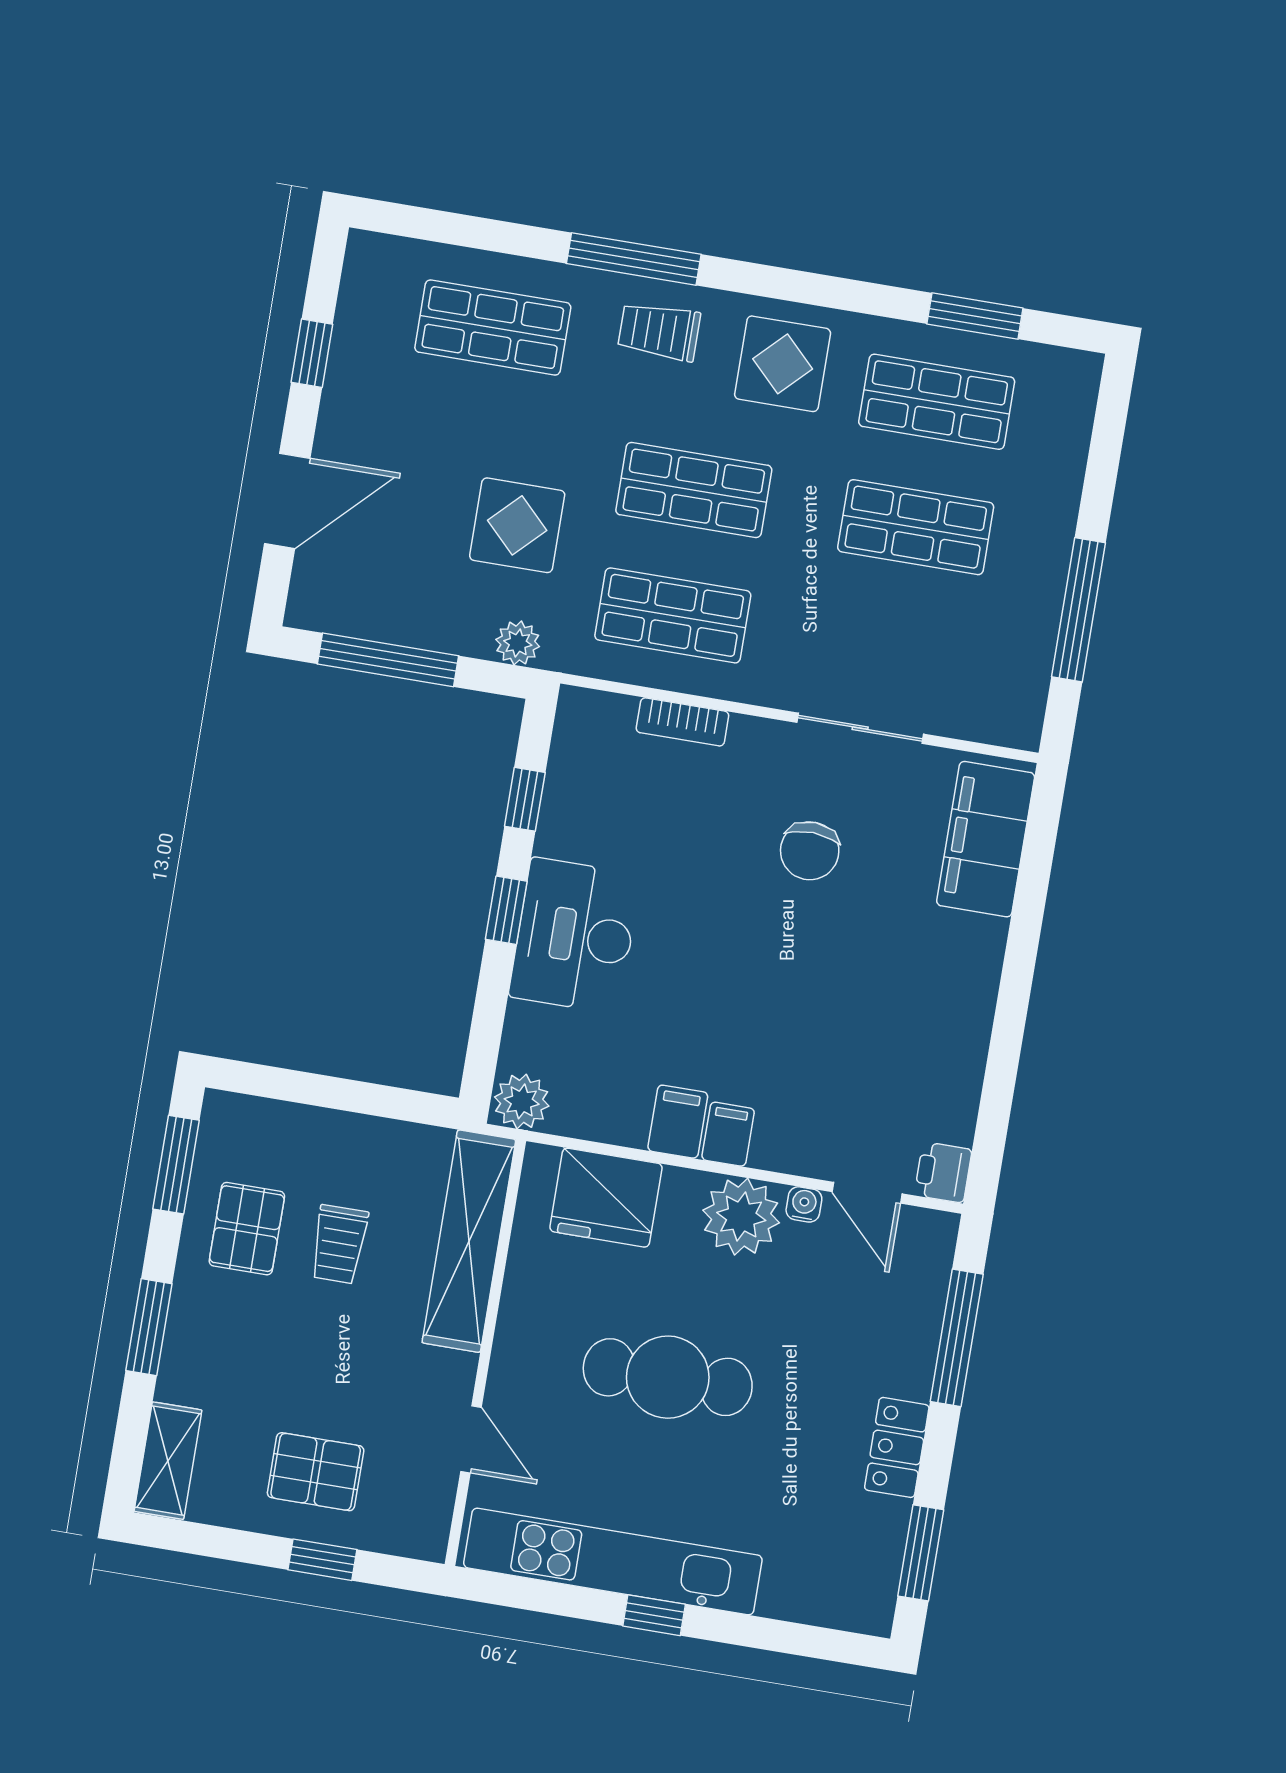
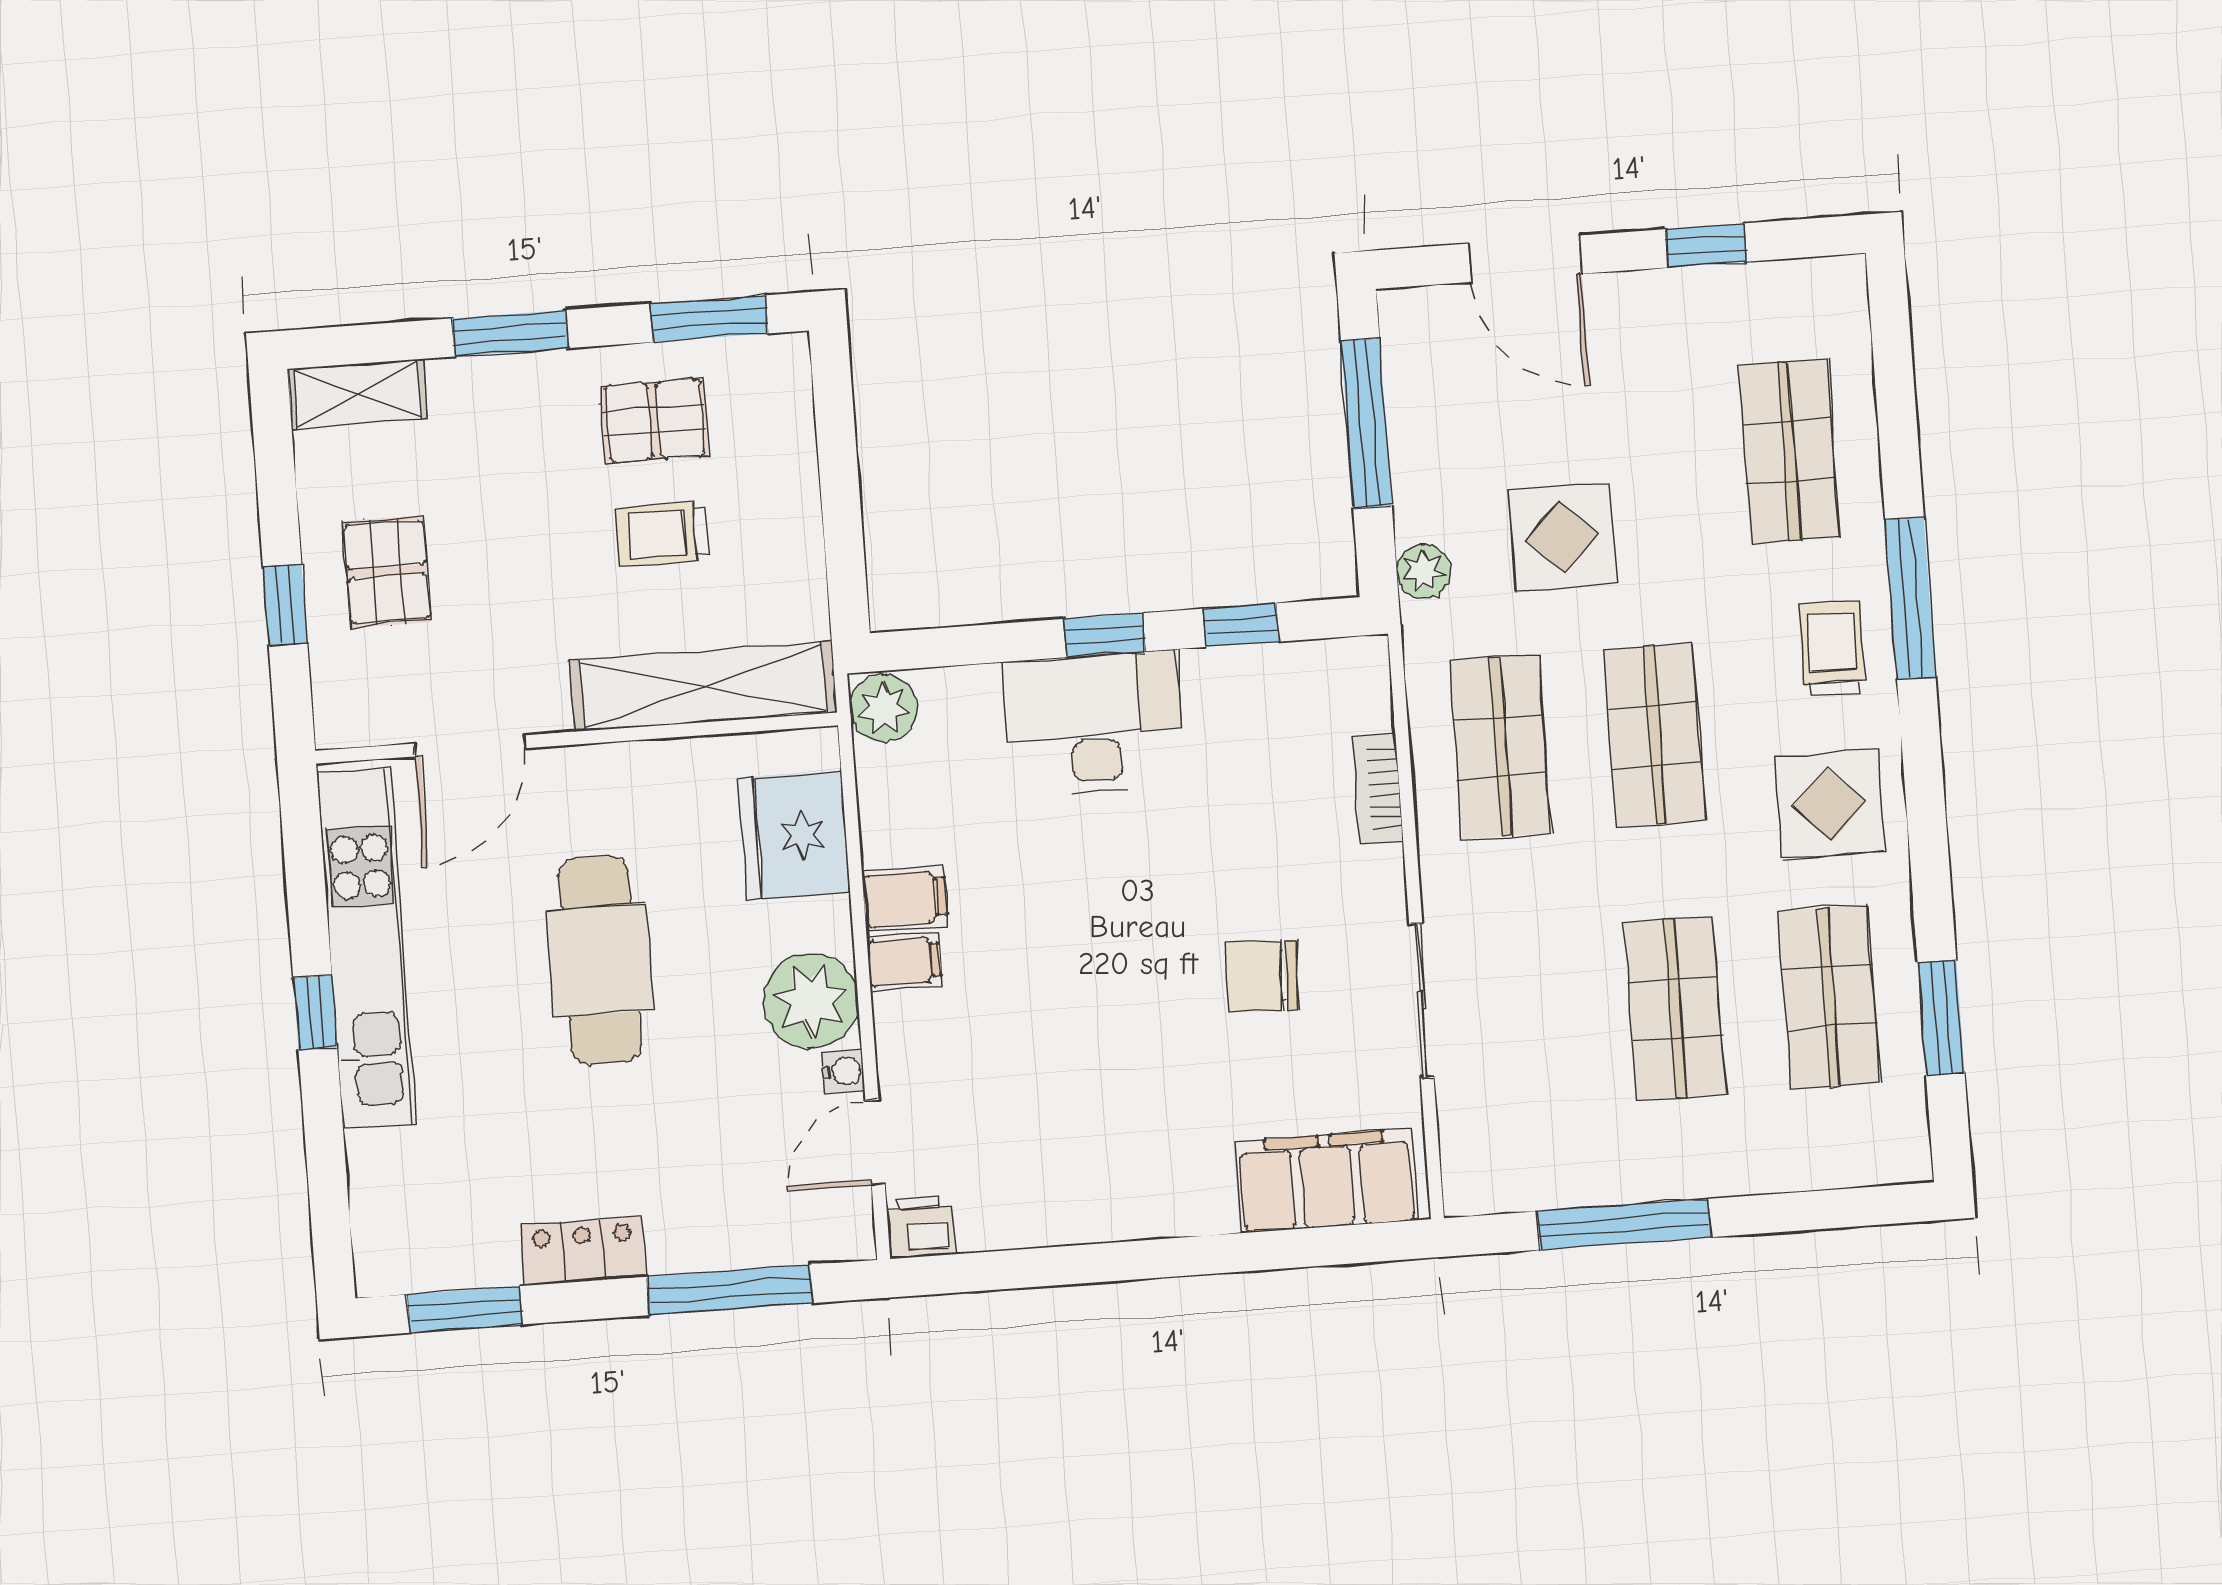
door: (471, 1439) -> (470, 746), width x1.38

